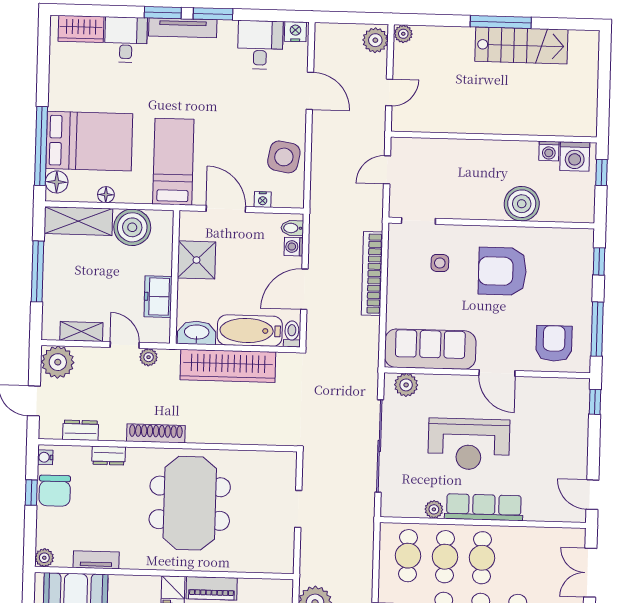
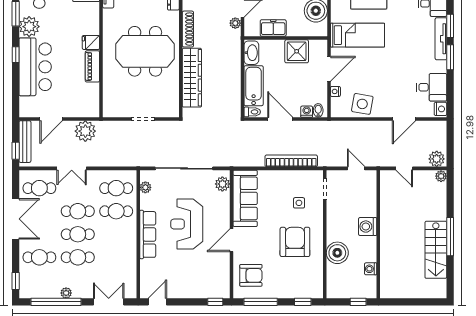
washing machine: (575, 156) -> (368, 227), moved
wardrobe: (228, 366) -> (192, 78), moved, turned 180
plant: (434, 509) -> (145, 187), moved
cafe table: (482, 558) -> (116, 234), removed

